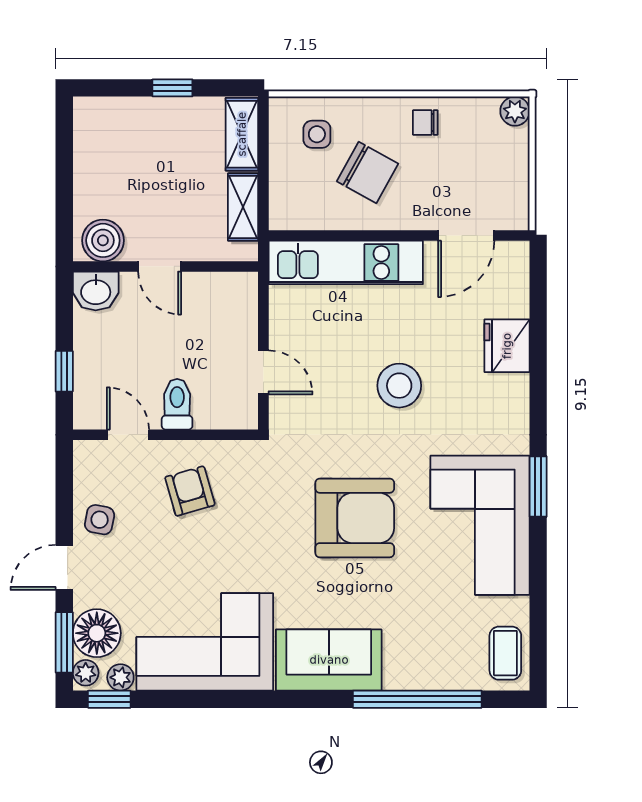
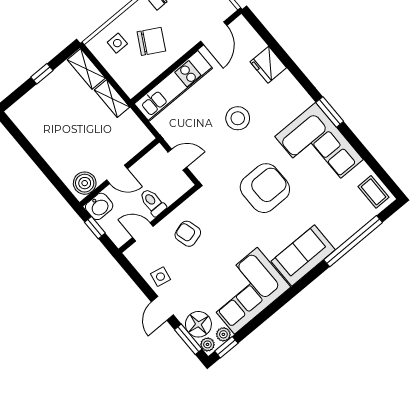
boiler: (103, 240) -> (85, 183), moved
door: (160, 266) -> (117, 174), moved
wall: (166, 266) -> (119, 172), moved
washbasin: (96, 291) -> (99, 206), moved

